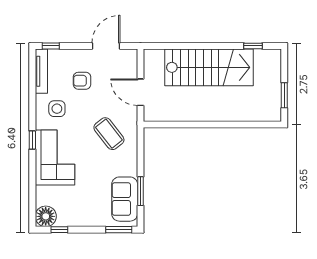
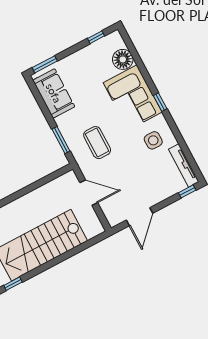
armchair: (82, 81) -> (144, 176), removed
coffee table: (109, 134) -> (97, 143), turned 38
window: (141, 191) -> (61, 140), moved
floor lamp: (46, 216) -> (123, 59), moved

